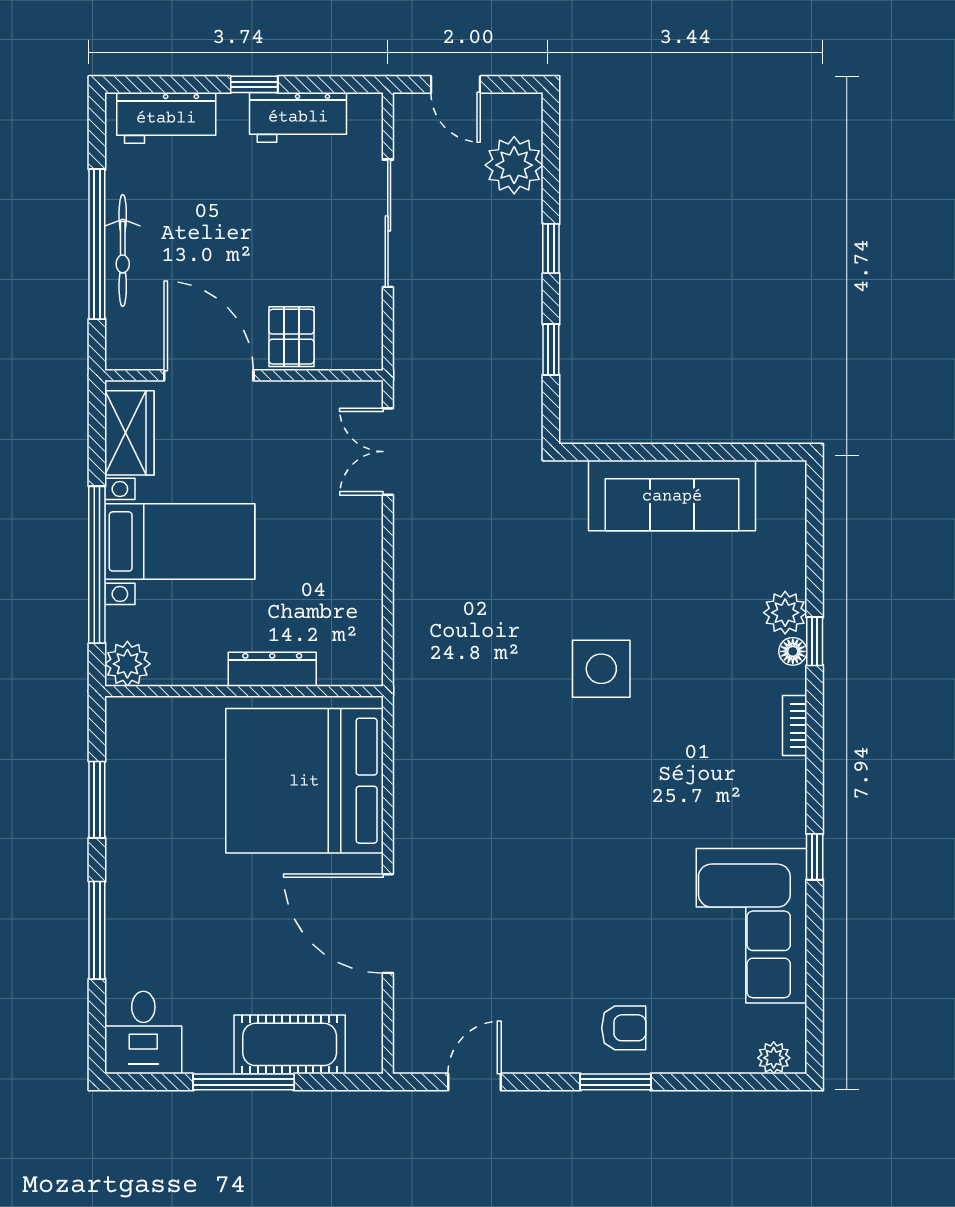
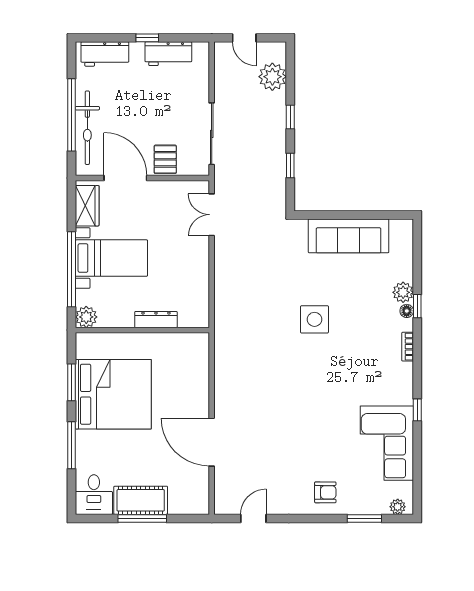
sliding door: (388, 223) -> (212, 134), moved
bicycle: (123, 250) -> (87, 128), width x1.37, depth x1.40
bed: (304, 781) -> (113, 394), moved, turned 180
cot: (290, 1044) -> (141, 500), moved
window: (615, 1082) -> (364, 518), moved

